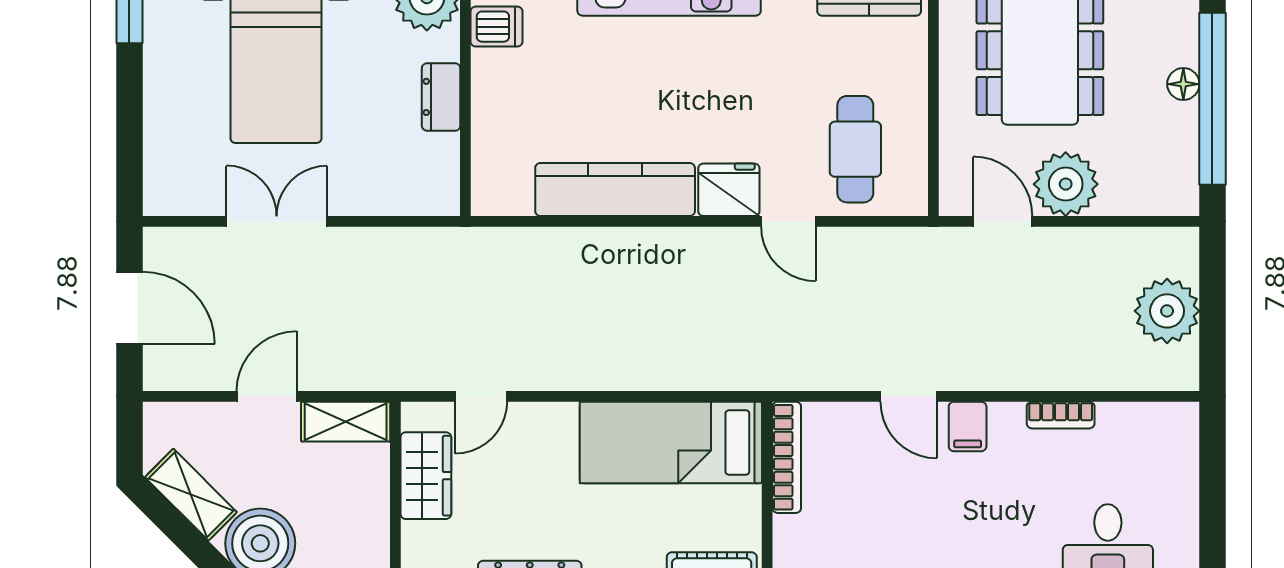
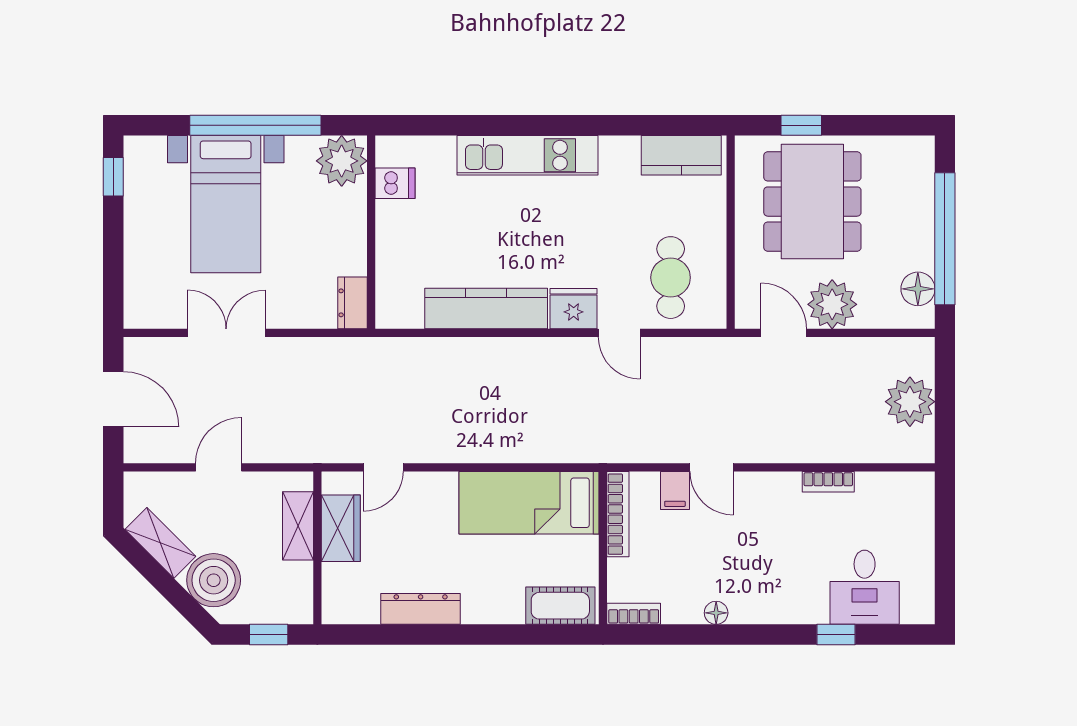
floor lamp: (1183, 84) -> (918, 289), moved, width x1.37, depth x1.37
dresser: (441, 97) -> (352, 303), moved
shelving: (346, 422) -> (298, 526), moved, turned 90
filing cabinet: (968, 426) -> (675, 490), moved

